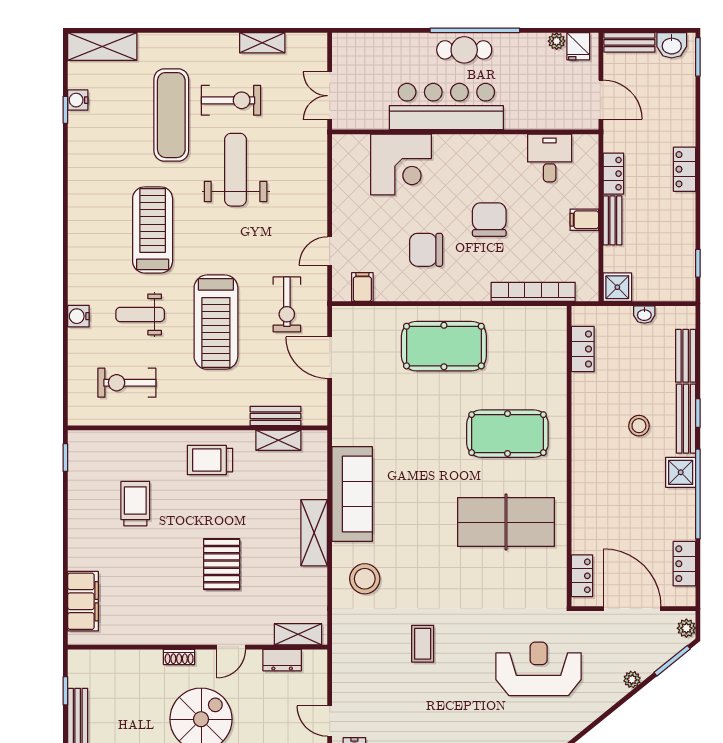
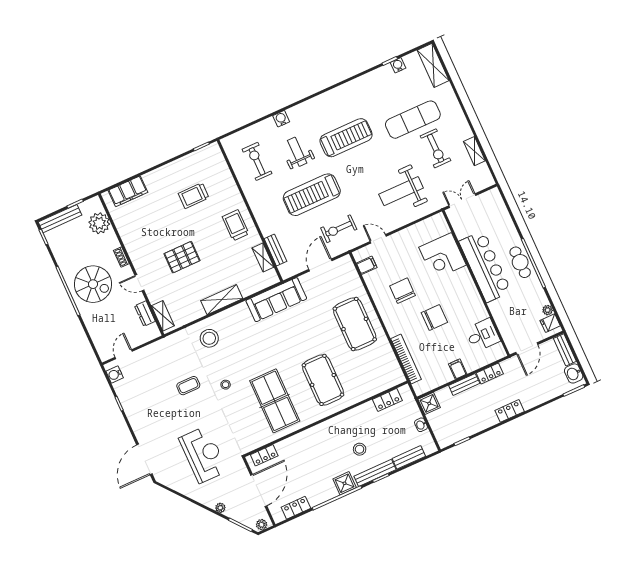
weight bench: (236, 170) -> (401, 191), moved, turned 180
sofa: (352, 494) -> (276, 300), moved
trolley: (135, 504) -> (194, 196), turned 180
stool: (447, 586) -> (226, 385), added
plant: (112, 667) -> (99, 223), added

